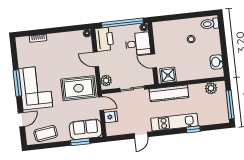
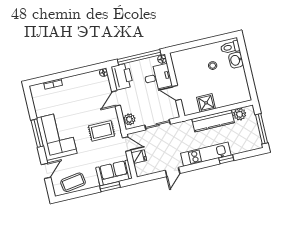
door: (96, 59) -> (116, 99), hinge flipped
washbasin: (217, 62) -> (236, 60), moved
shower: (168, 75) -> (206, 103), moved
rug: (78, 88) -> (101, 131), width x0.73, depth x0.70
kitchen counter: (169, 93) -> (213, 121), moved

